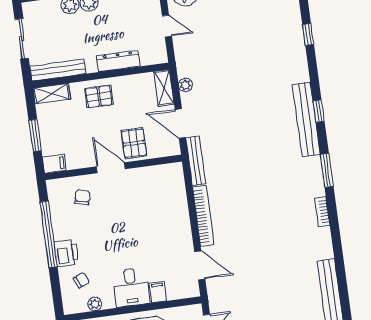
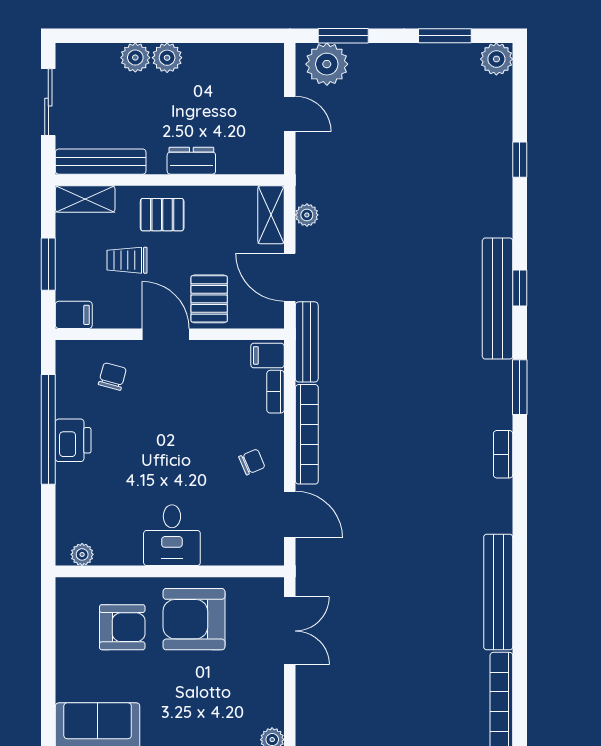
dresser: (118, 61) -> (191, 161), width x0.70
trolley: (82, 127) -> (127, 260), added
bookcase: (181, 193) -> (275, 392), added
printer: (66, 253) -> (73, 440), moved
chair: (81, 280) -> (252, 462), moved
filing cabinet: (158, 292) -> (267, 355), moved, turned -90
plant: (95, 304) -> (82, 554), moved

